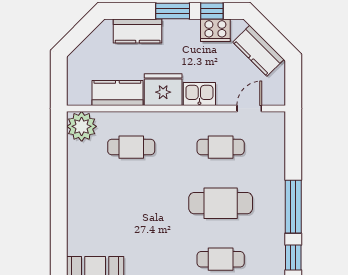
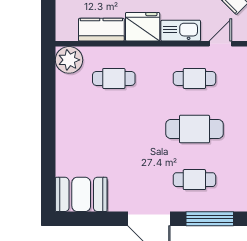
kitchen sink: (199, 94) -> (181, 31), width x1.38

